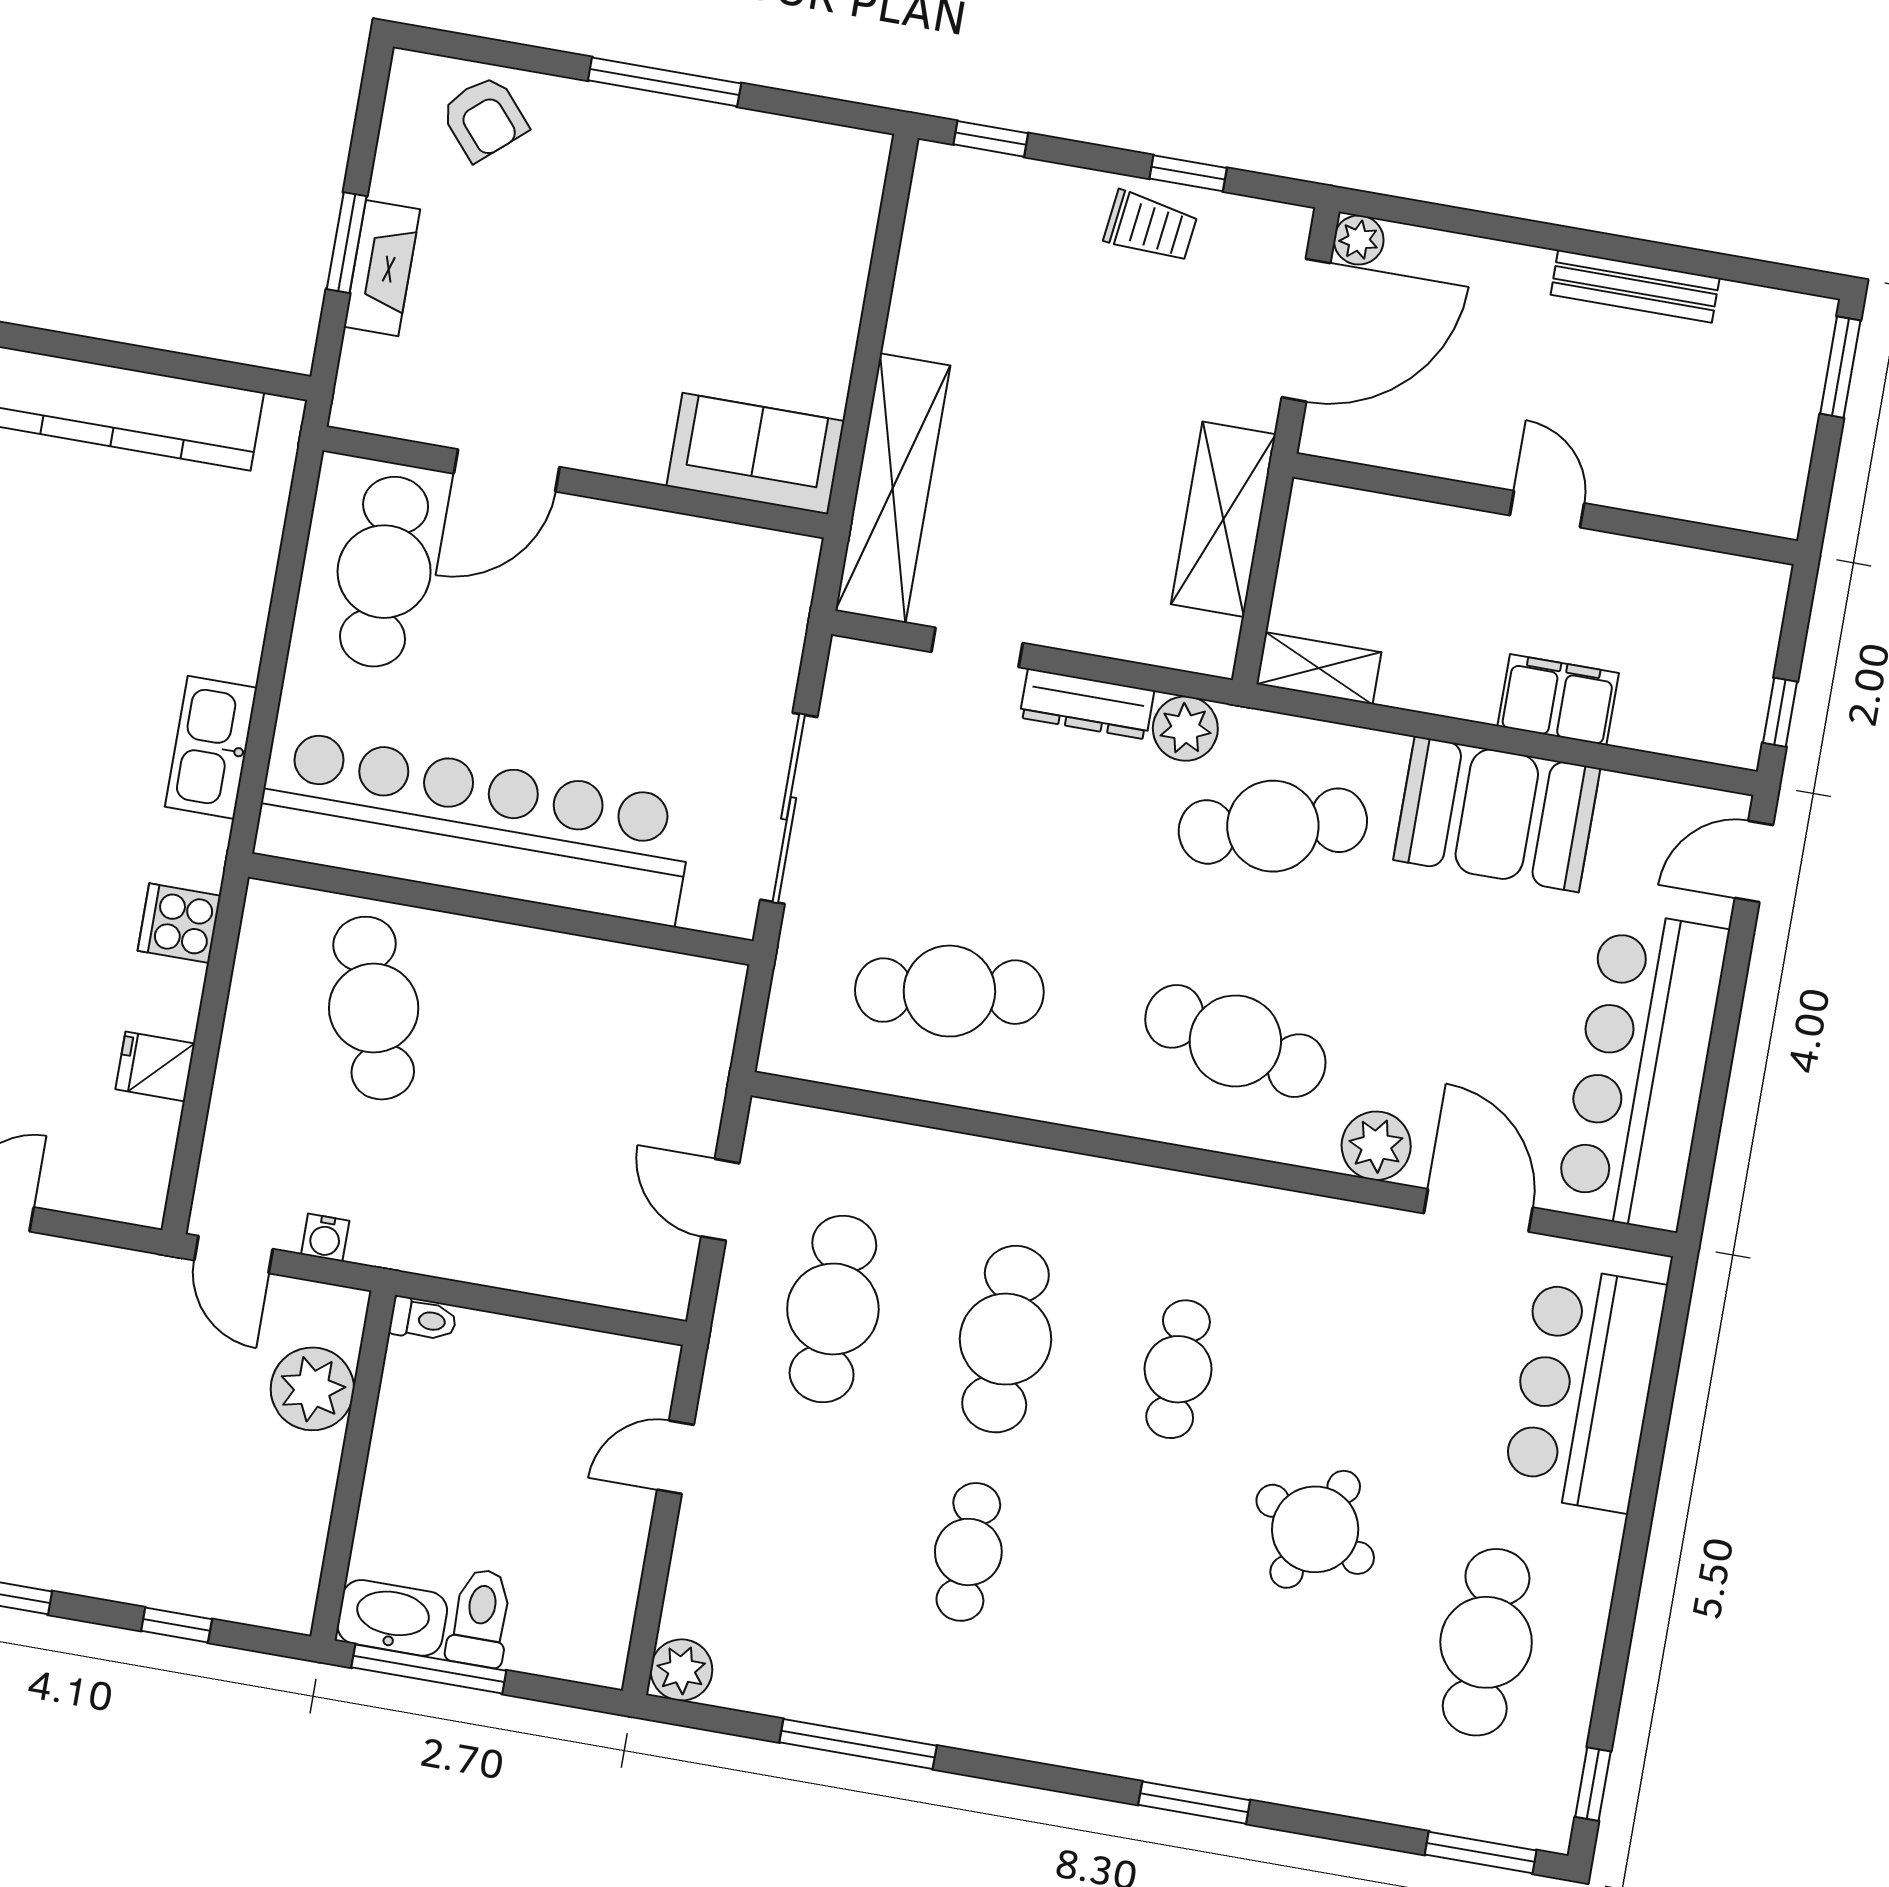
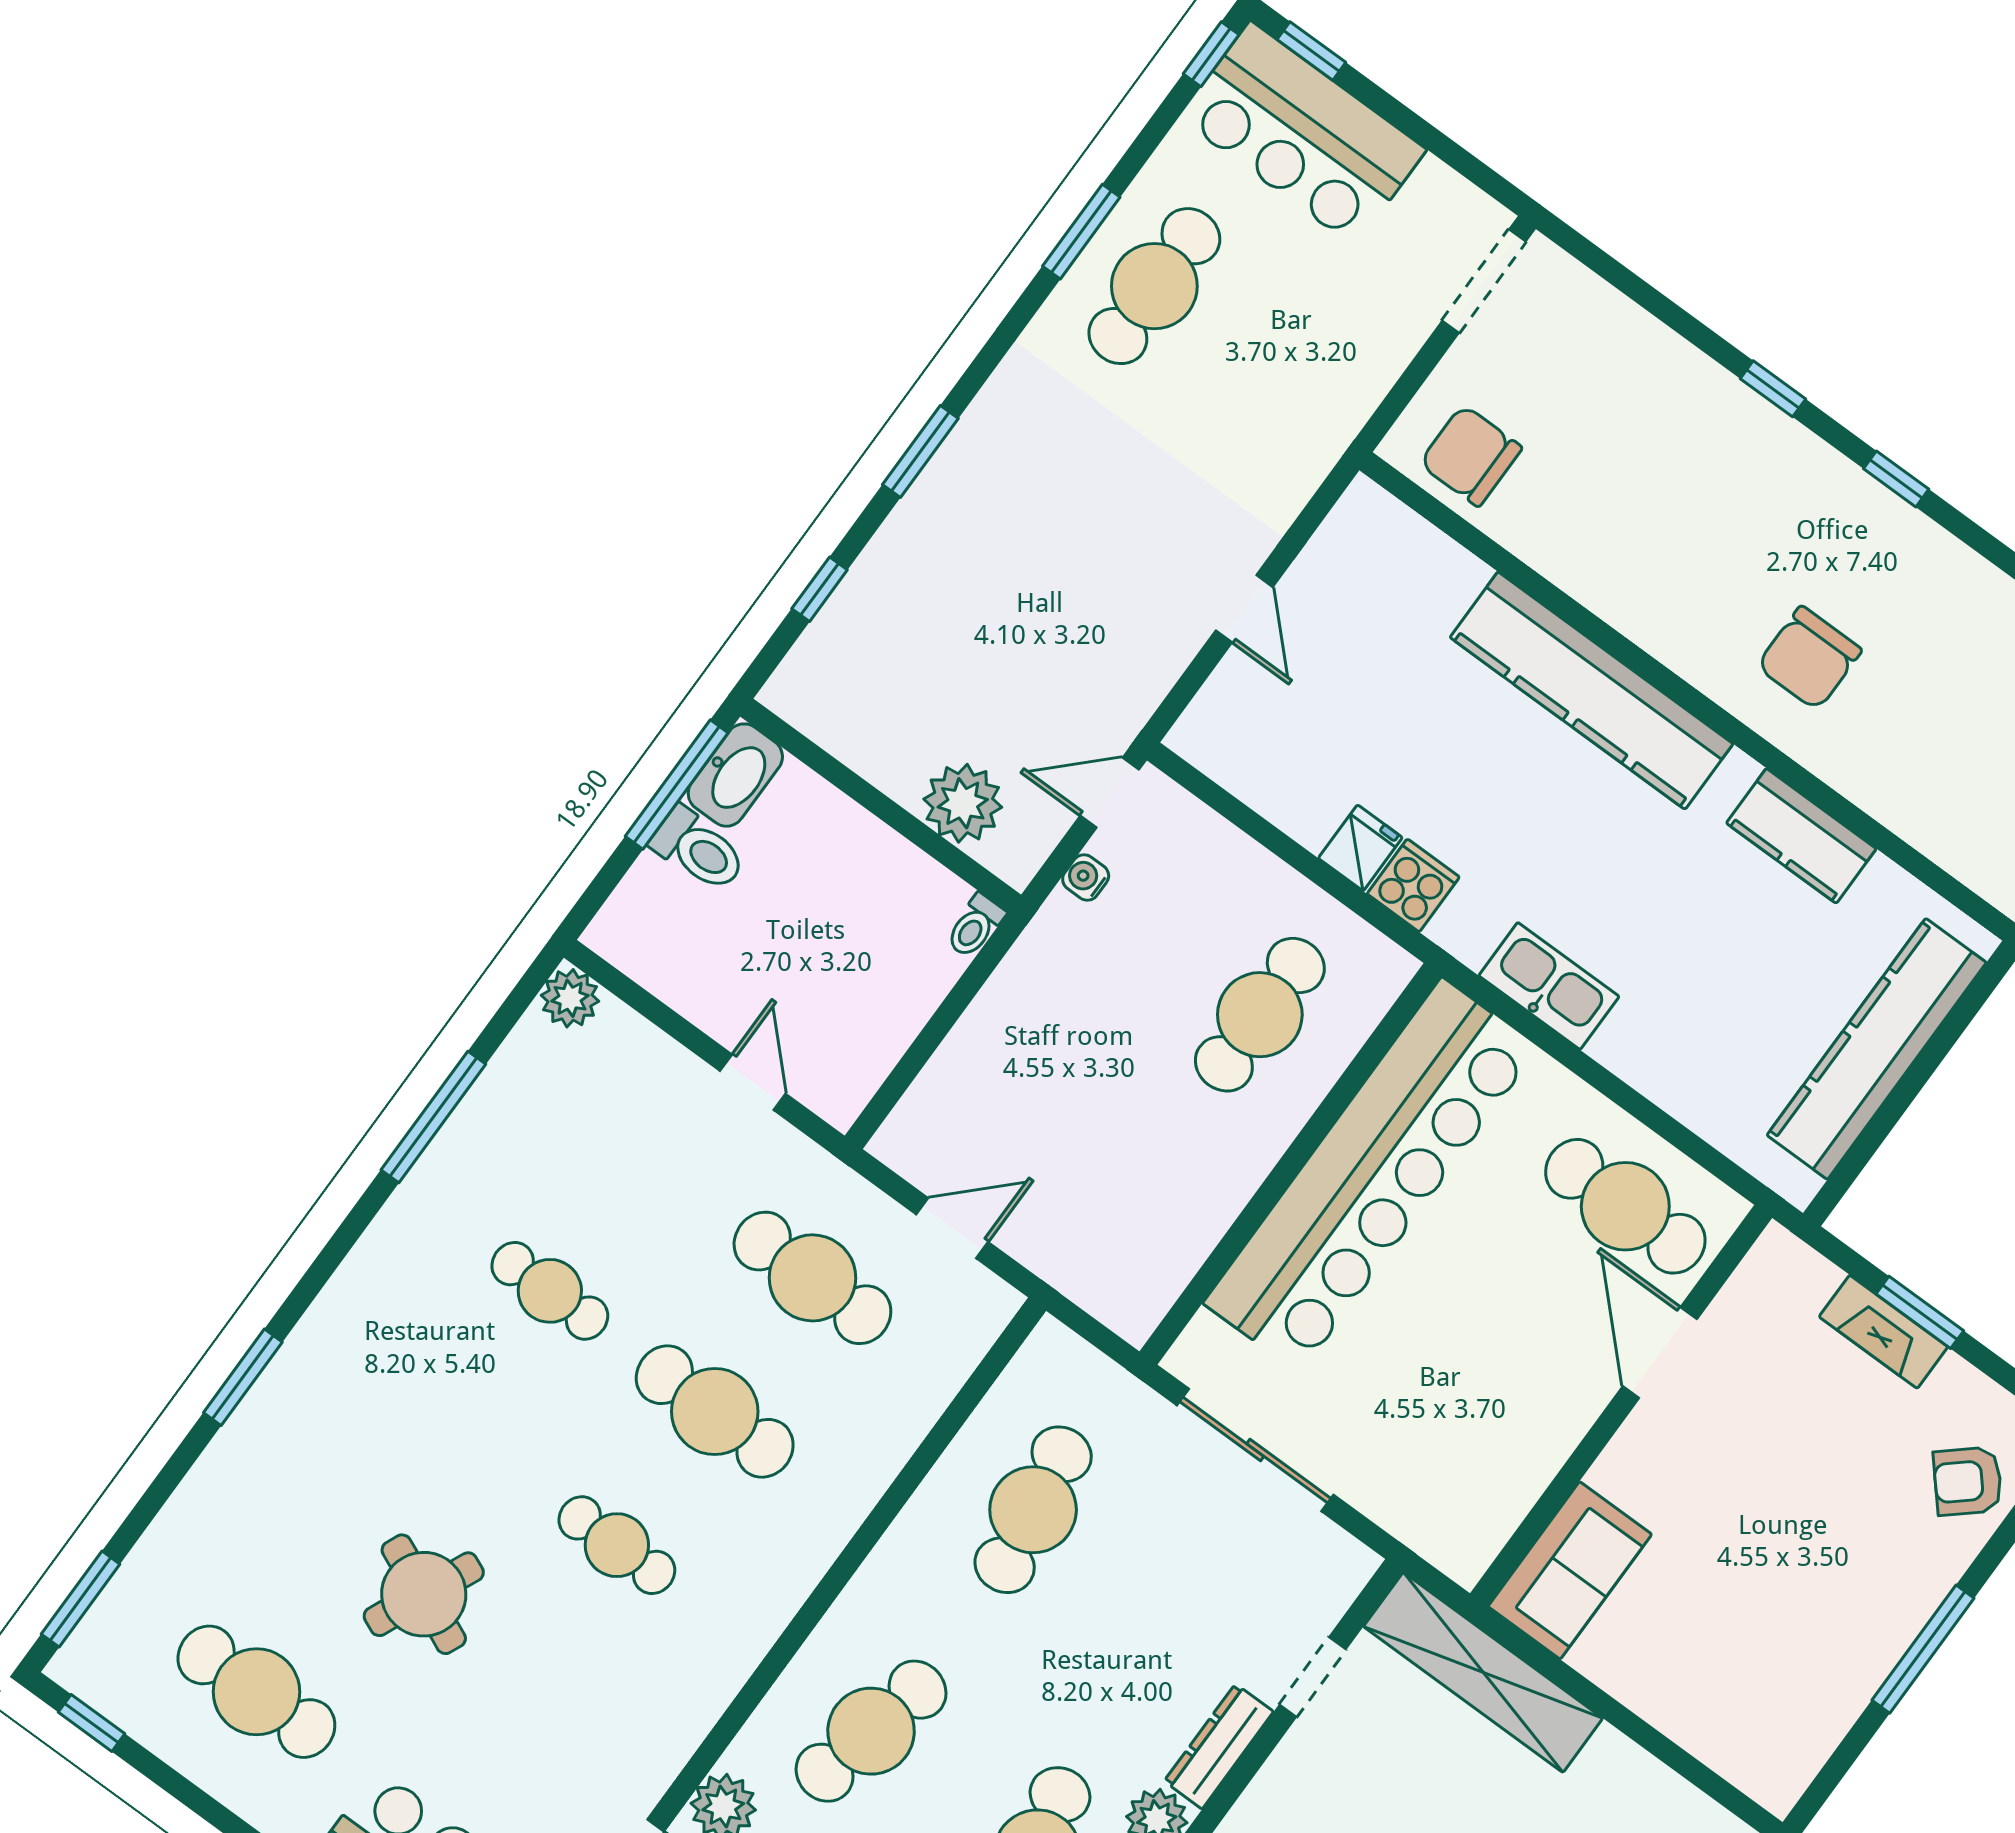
cafe table: (374, 1008) -> (1260, 1015), turned -72
fridge: (155, 1066) -> (1360, 848), moved

